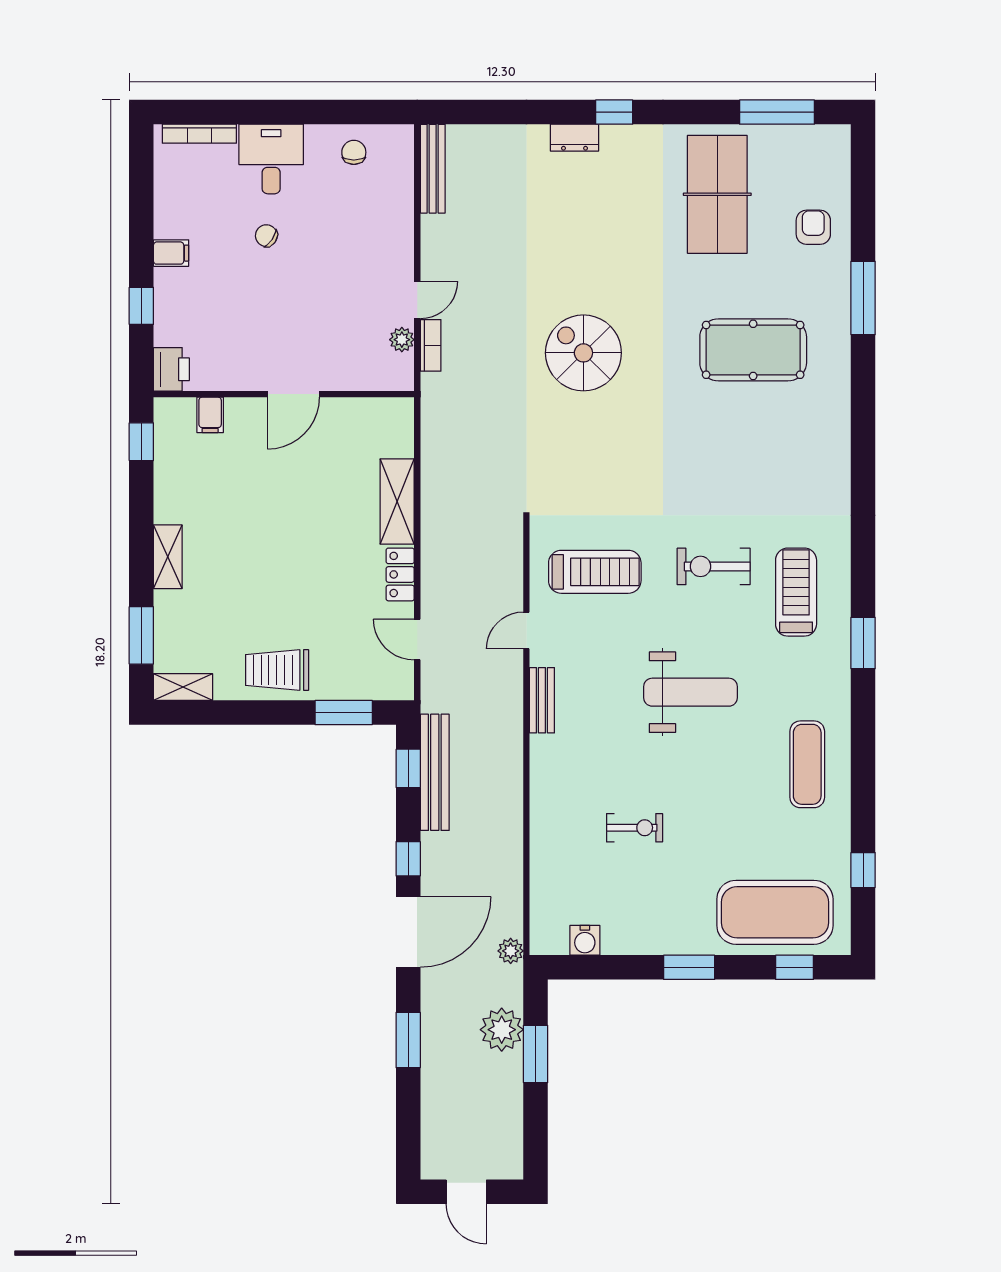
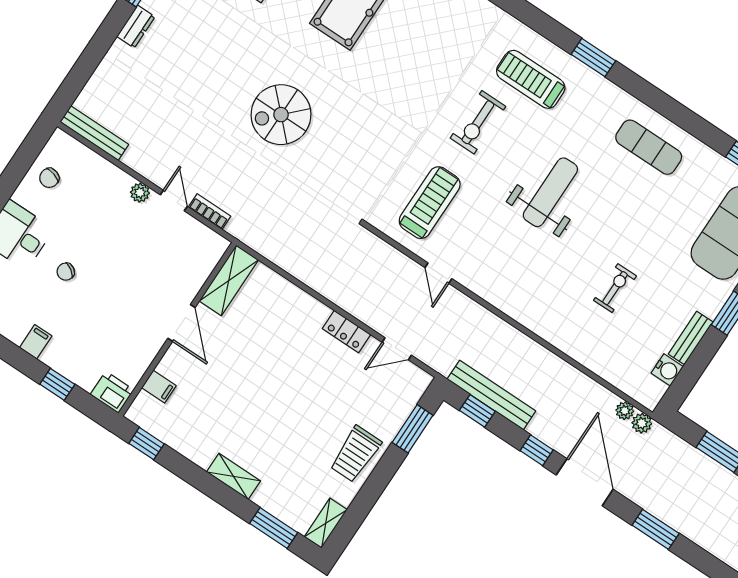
chair: (354, 152) -> (49, 178), turned -73
plant: (402, 340) -> (140, 193), moved
shelving: (397, 501) -> (229, 280), moved, turned 90
bench: (542, 700) -> (691, 338), moved, turned 90
plant: (502, 1030) -> (625, 411), moved, width x0.53, depth x0.53

